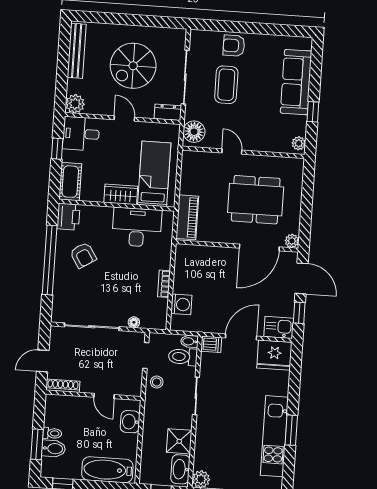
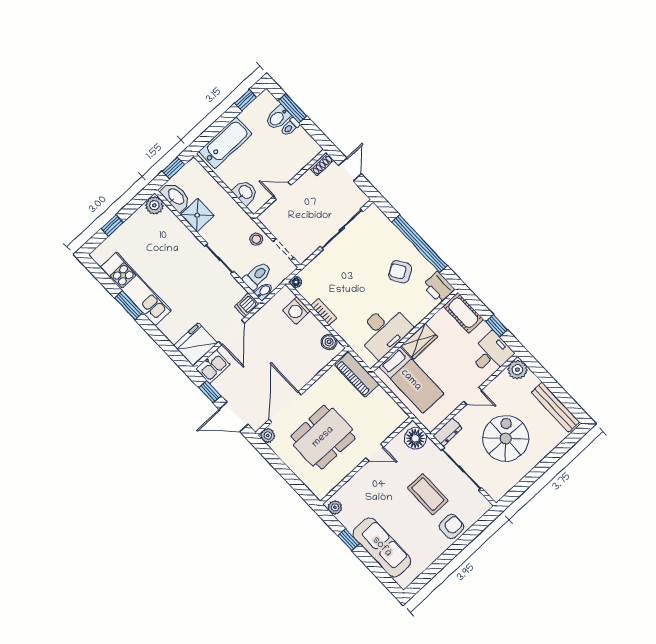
boiler: (182, 260) -> (329, 342), added
floor lamp: (134, 322) -> (296, 282), moved
shoe rack: (63, 386) -> (321, 164), width x0.70

